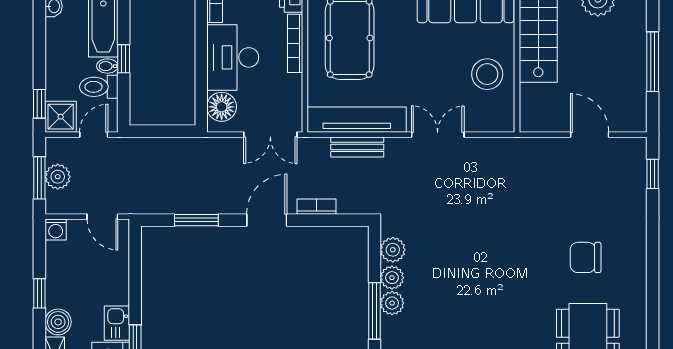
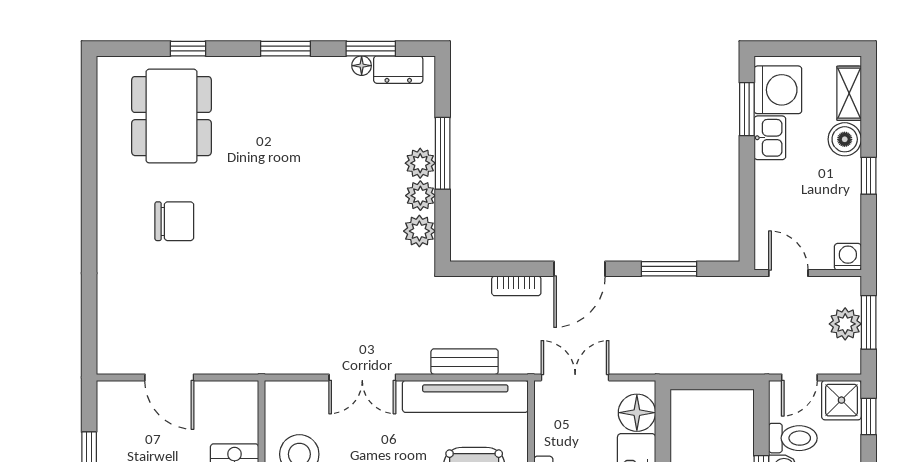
window: (653, 174) -> (89, 327), removed

